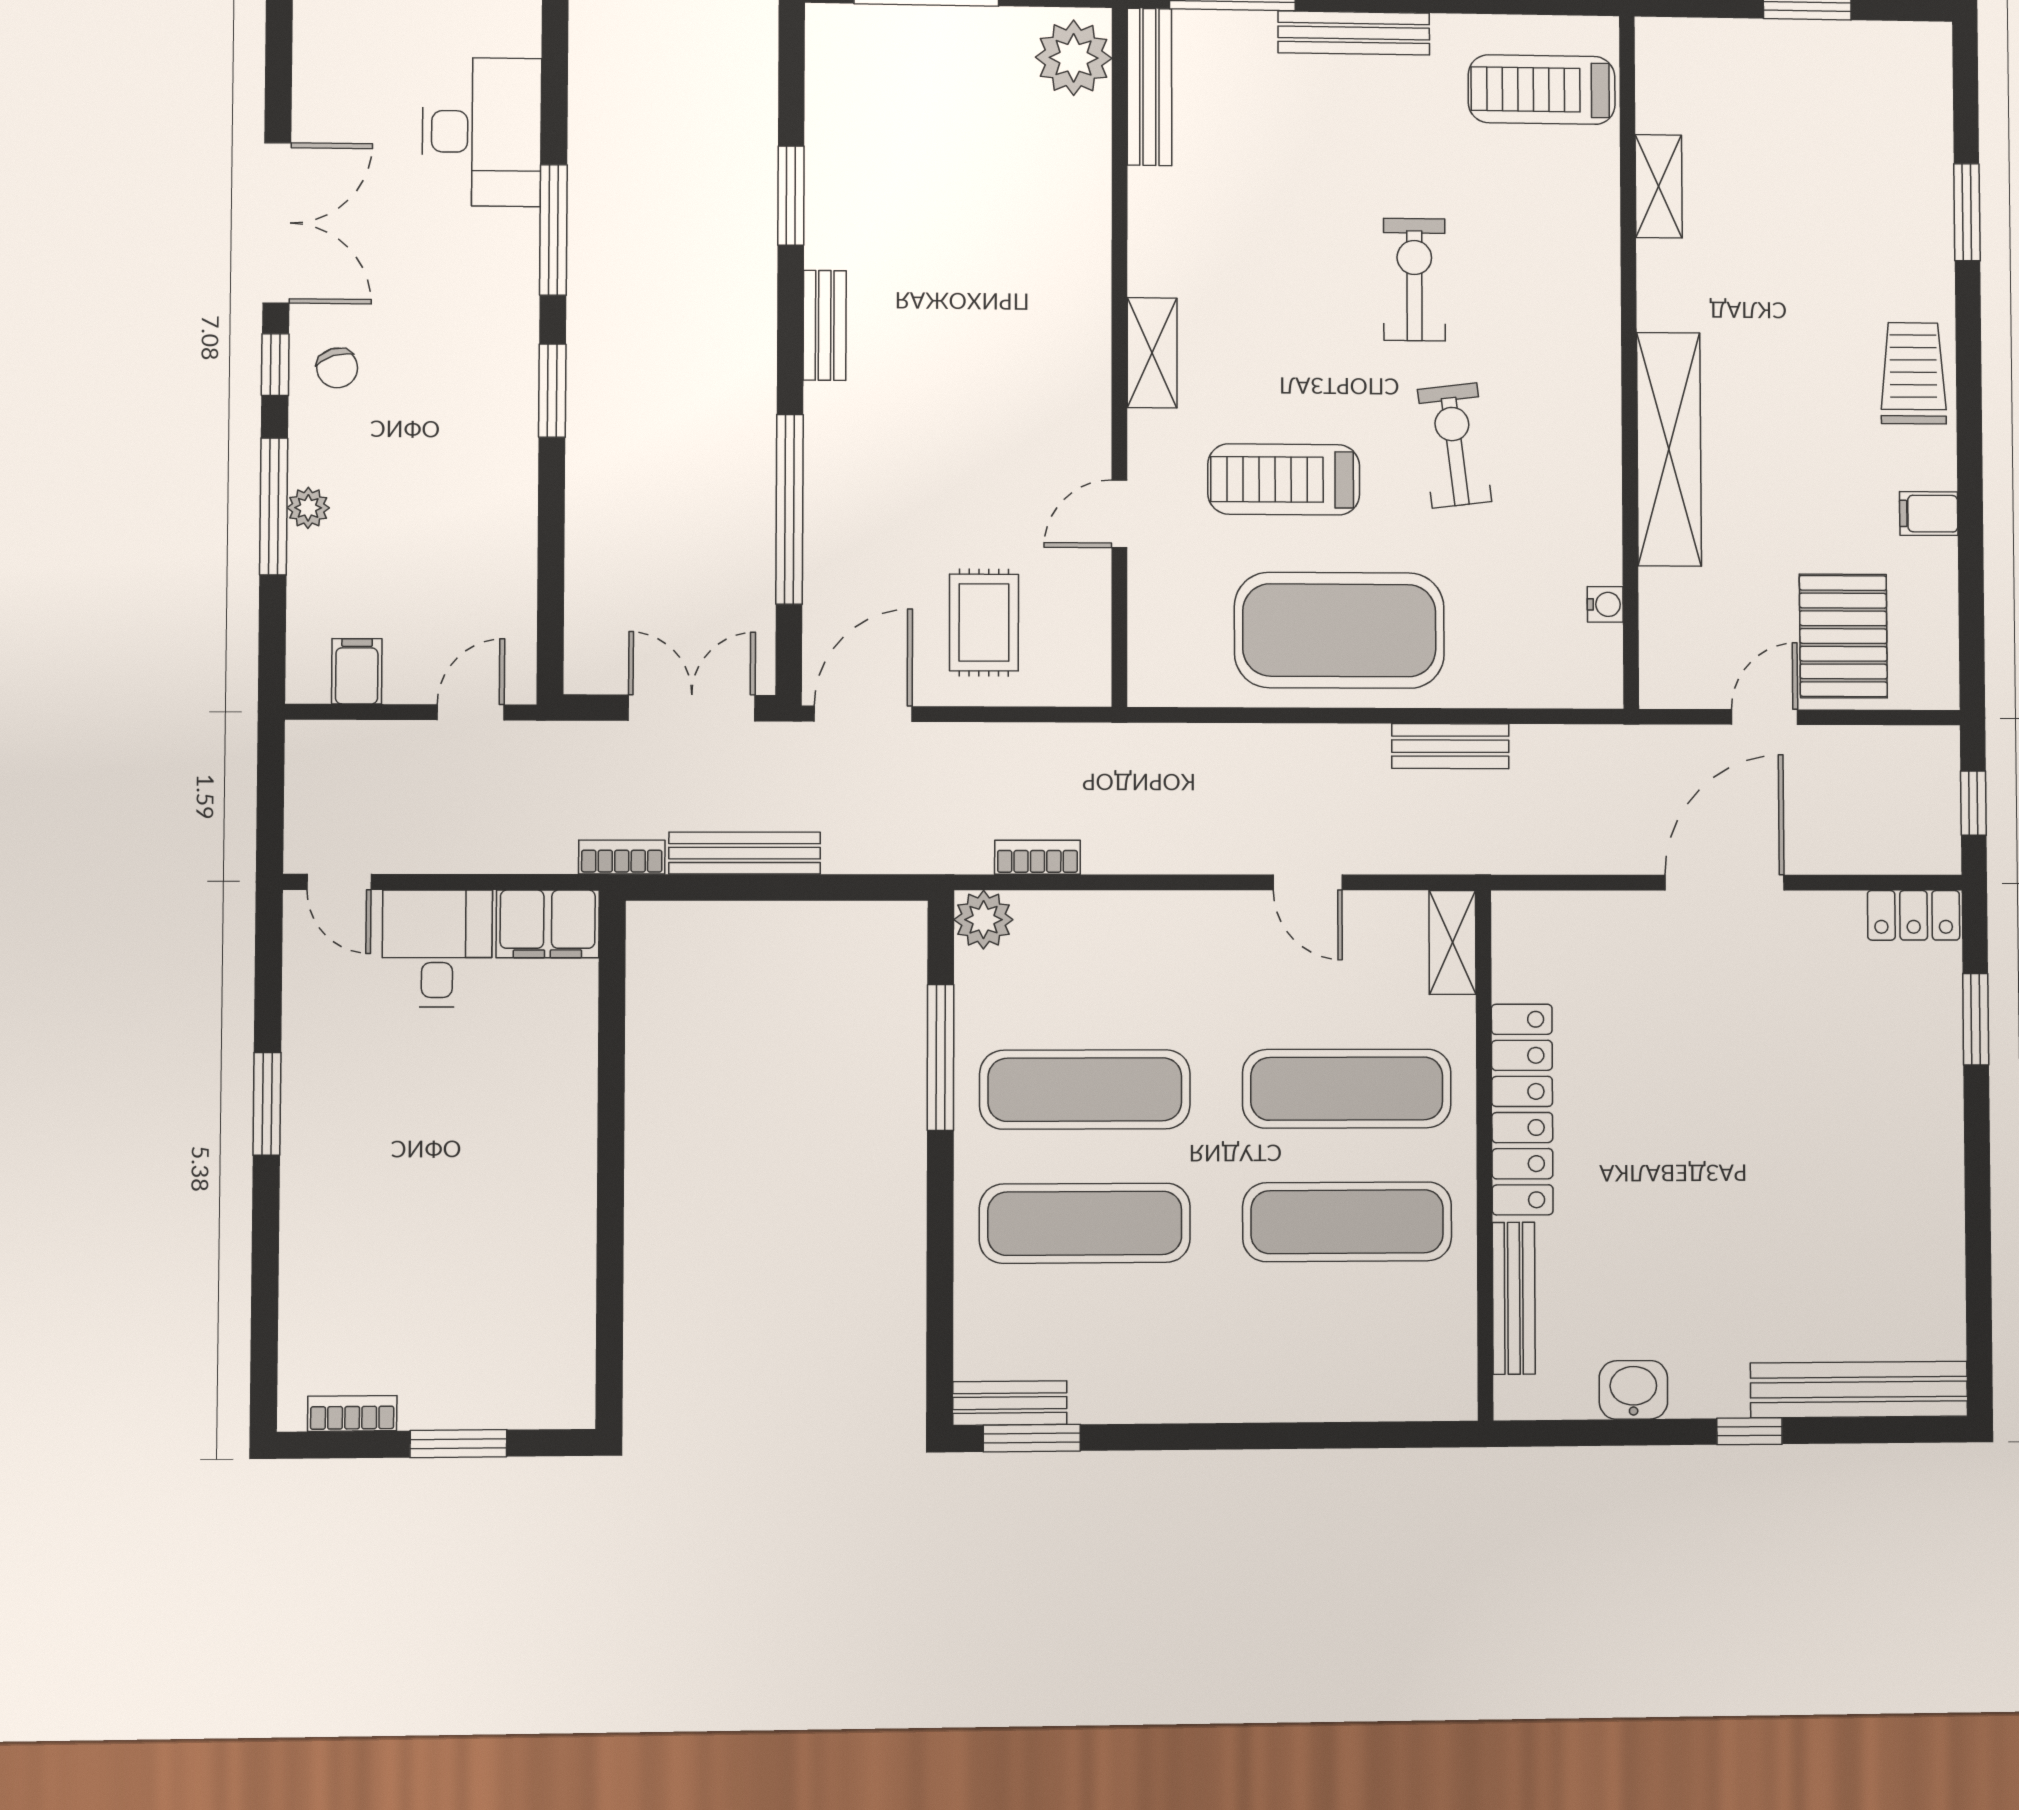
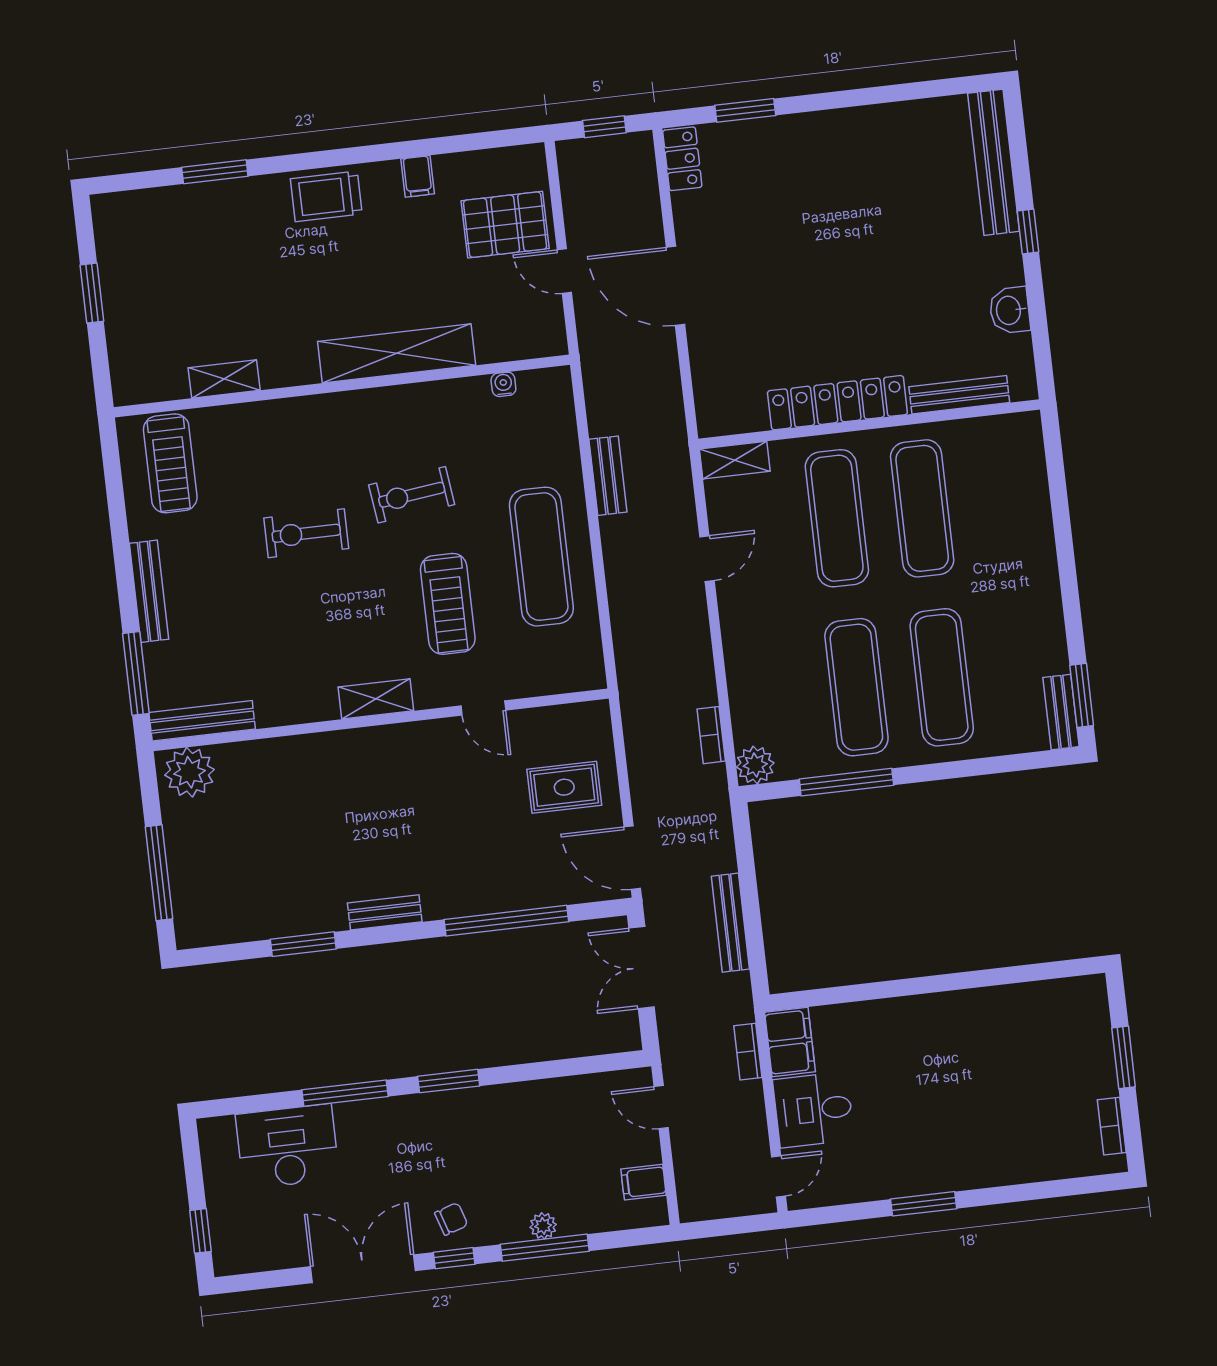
exercise mat: (1339, 630) -> (541, 557), width x0.68
bookcase: (622, 857) -> (748, 1052), moved

